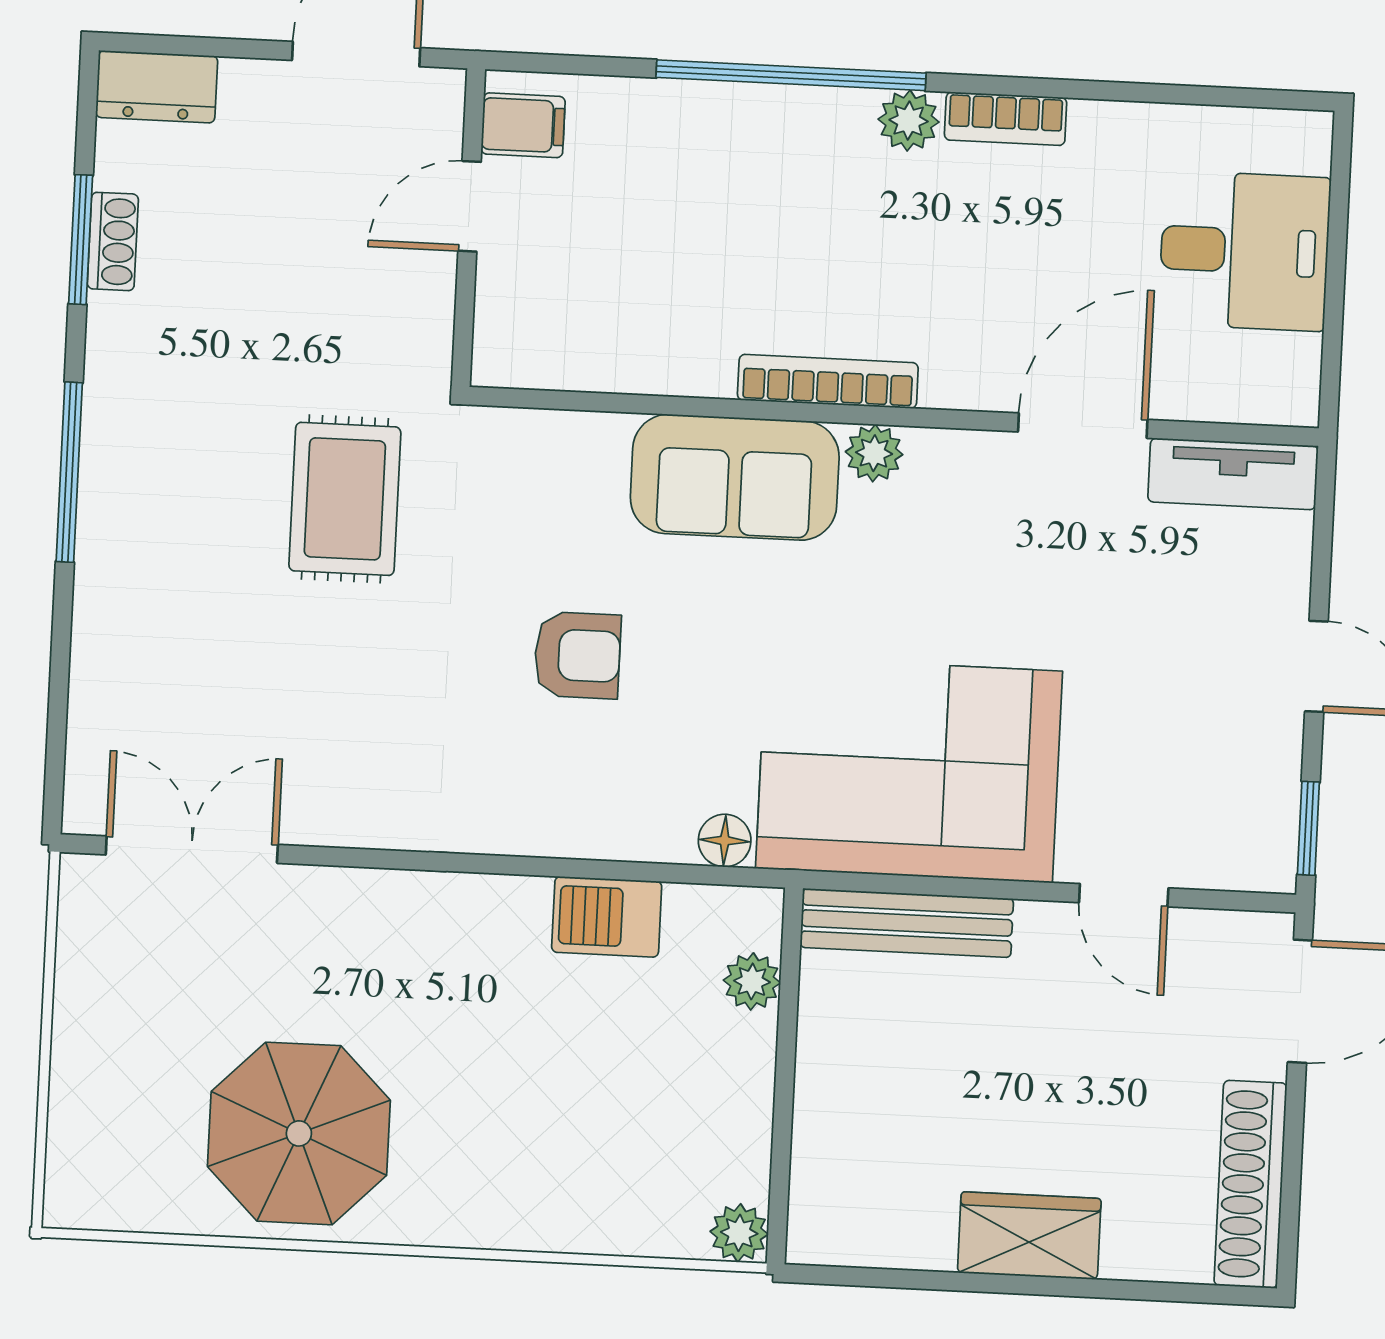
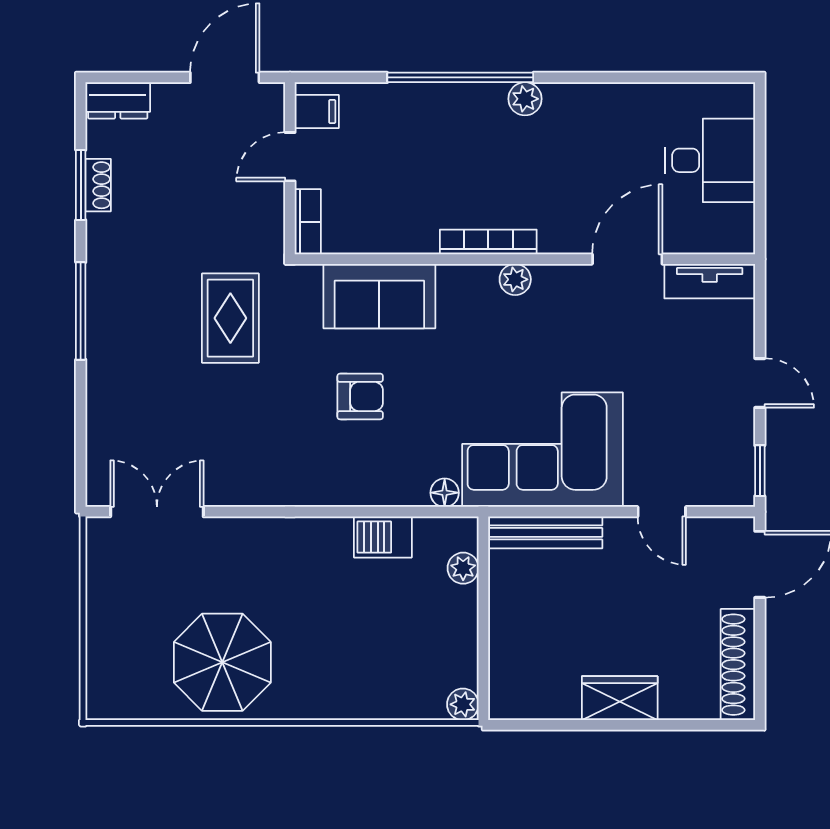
bookcase: (1006, 119) -> (308, 222), moved, turned -90
sofa: (735, 477) -> (379, 296), moved

